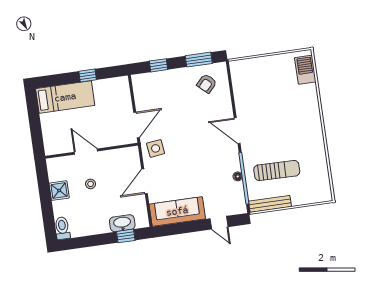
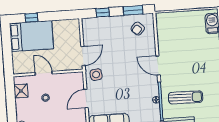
window: (88, 75) -> (31, 18), moved
bed: (65, 97) -> (31, 36), width x1.50
shower: (59, 191) -> (21, 91), moved

